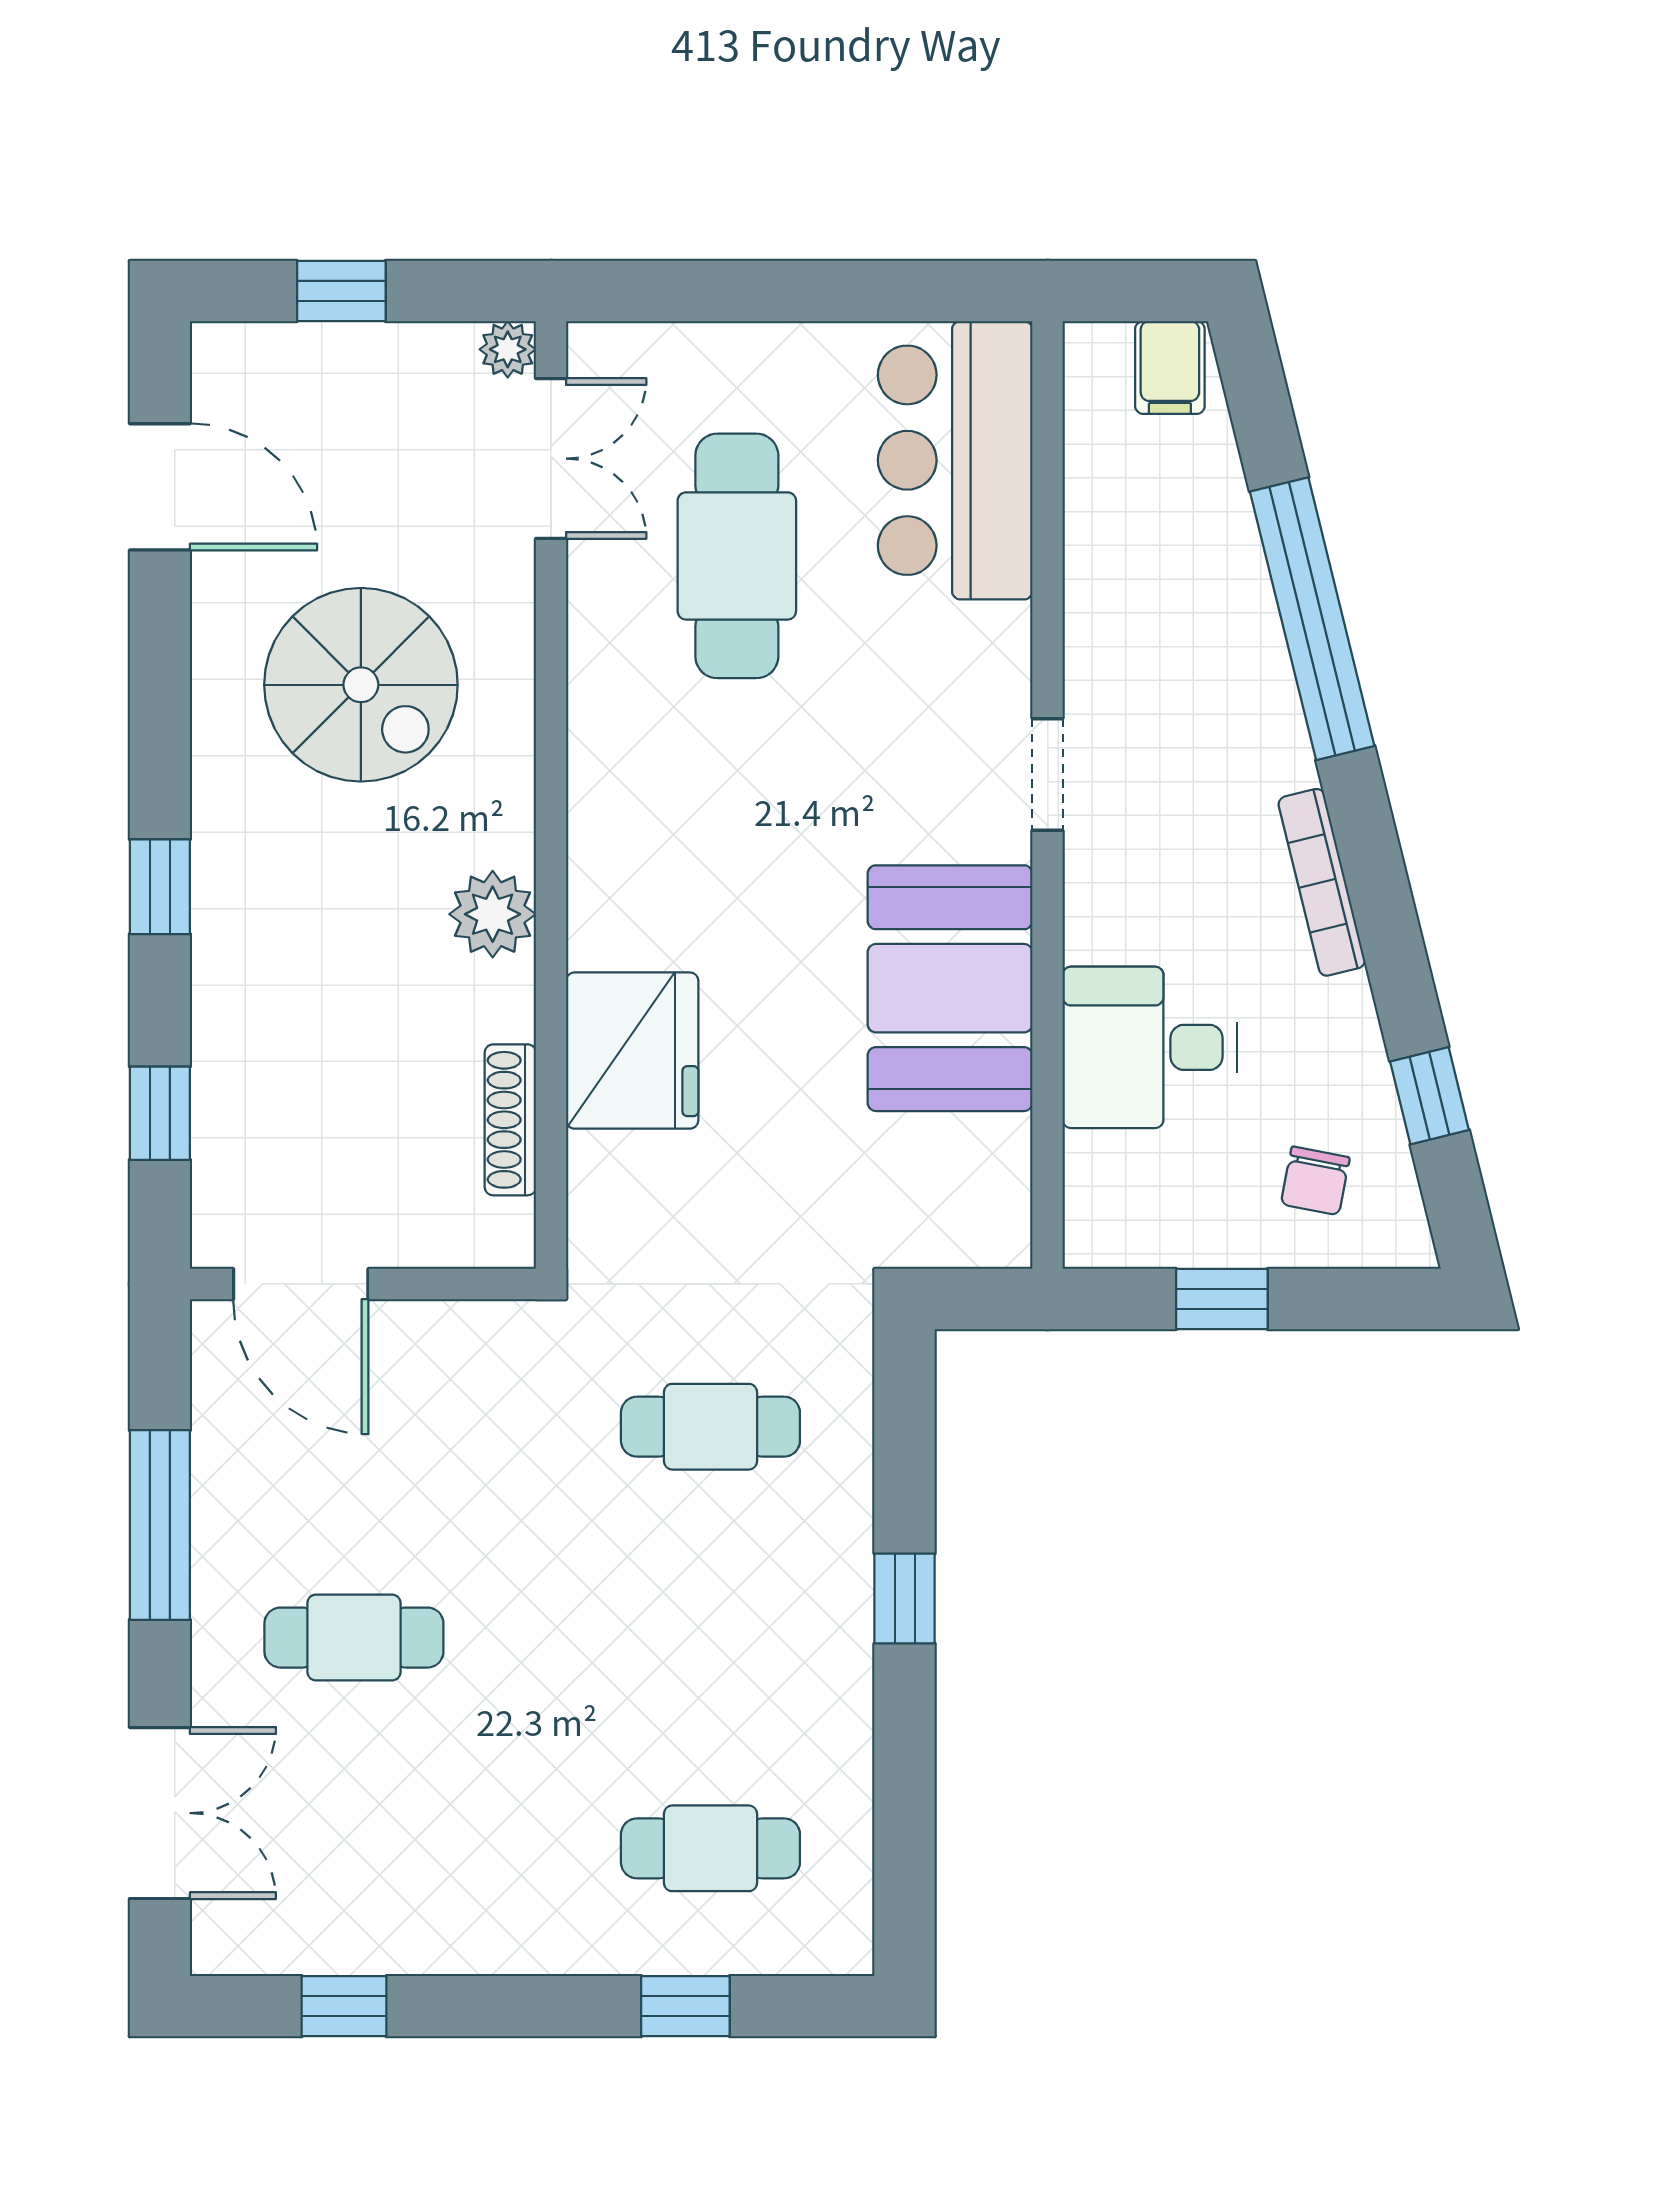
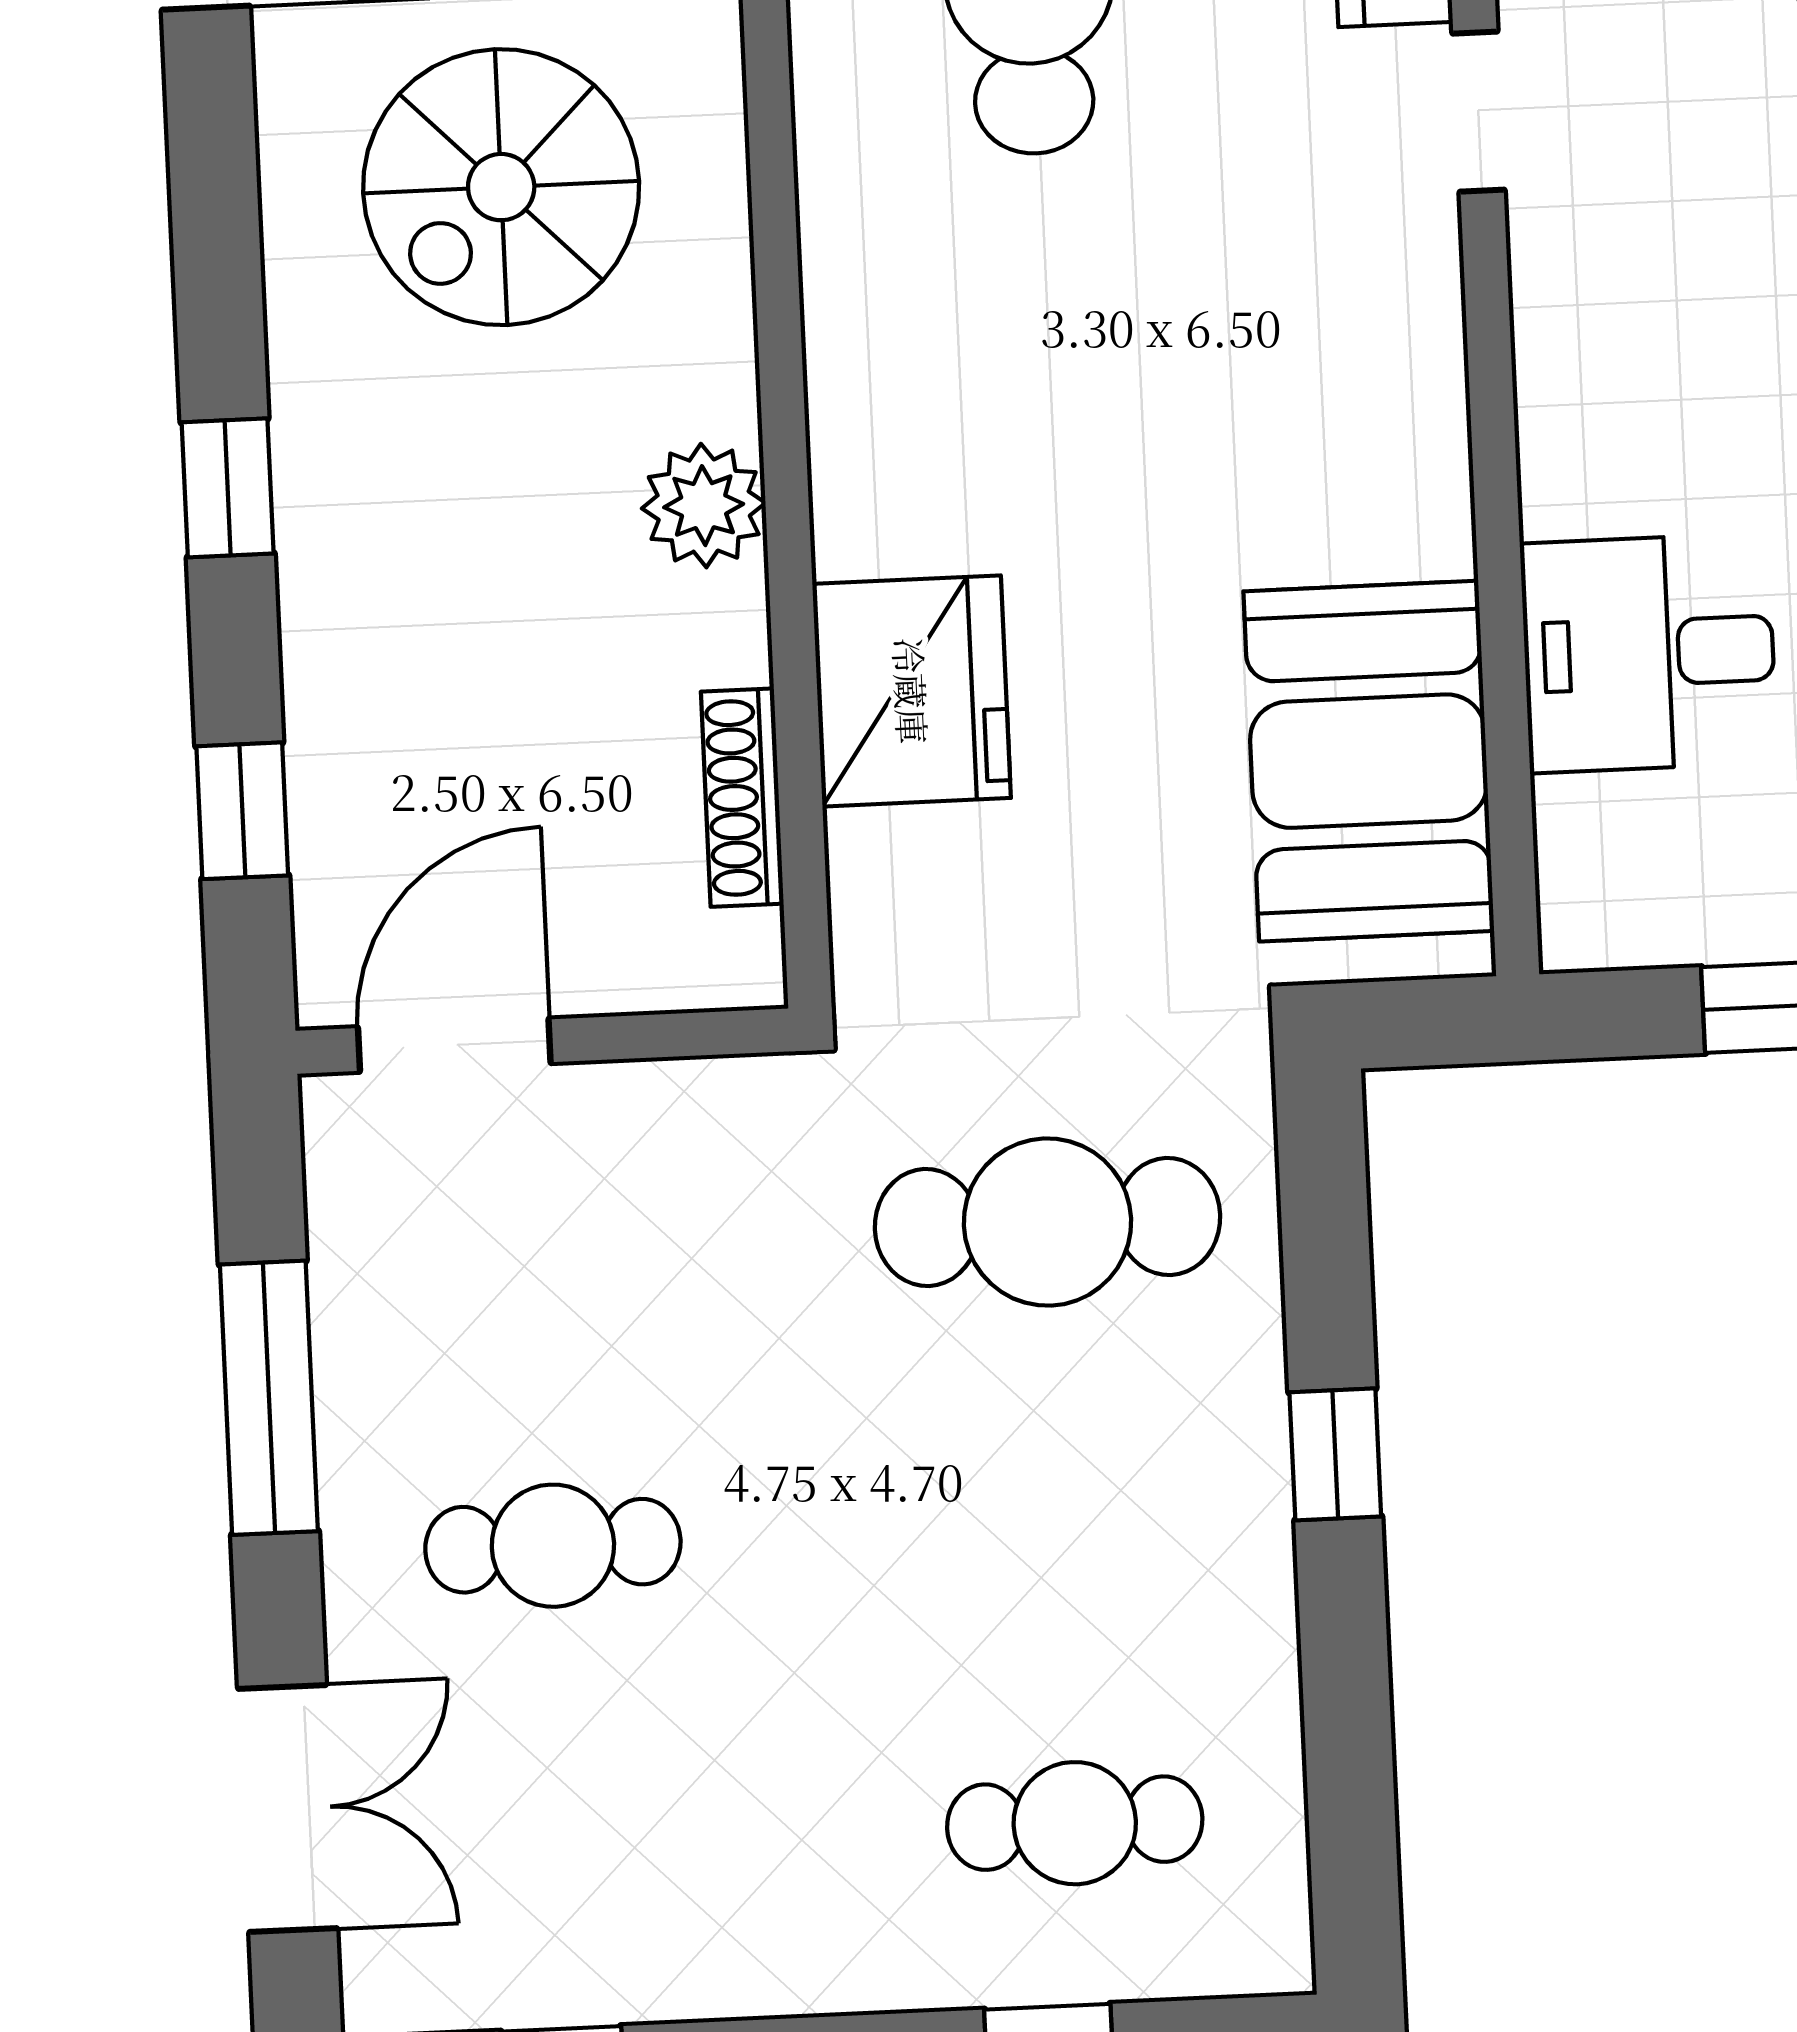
spiral stairs: (361, 685) -> (501, 187), turned 90
doorway: (1048, 774) -> (1478, 112), moved
booth: (950, 988) -> (1369, 761), moved
door: (301, 1284) -> (454, 1045), swing flipped
cafe table: (710, 1427) -> (1047, 1222), width x1.37, depth x1.35

